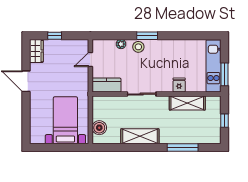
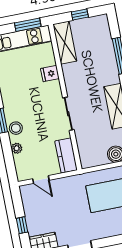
shelving: (187, 103) -> (65, 43), moved

